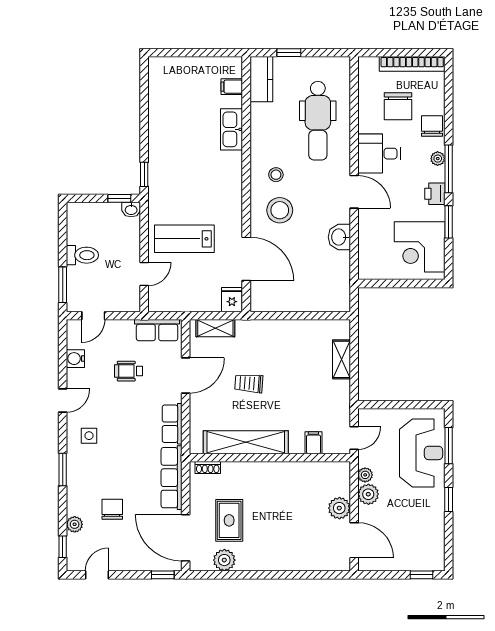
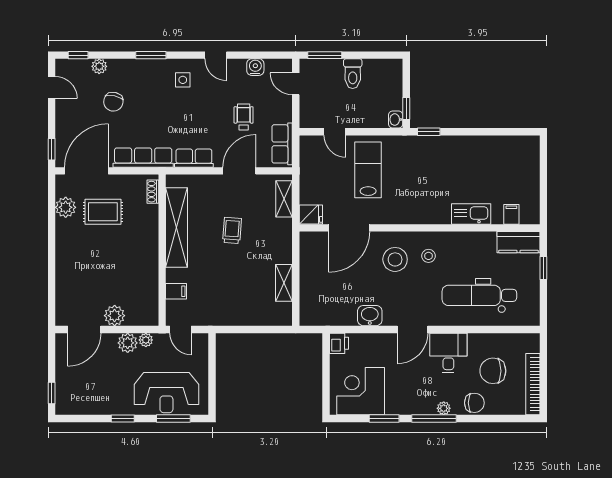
printer: (435, 194) -> (339, 343), moved, turned 90
shelving: (341, 359) -> (284, 283), moved, turned 90
door: (186, 376) -> (239, 171), swing flipped
chair: (112, 509) -> (113, 102), turned 102

